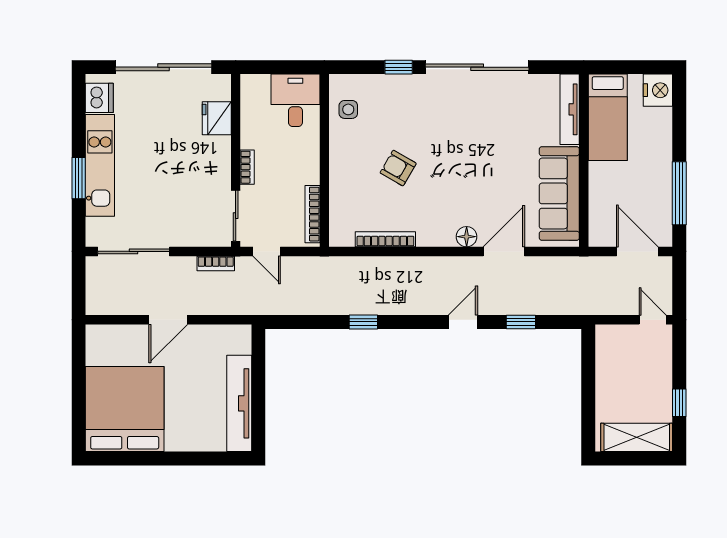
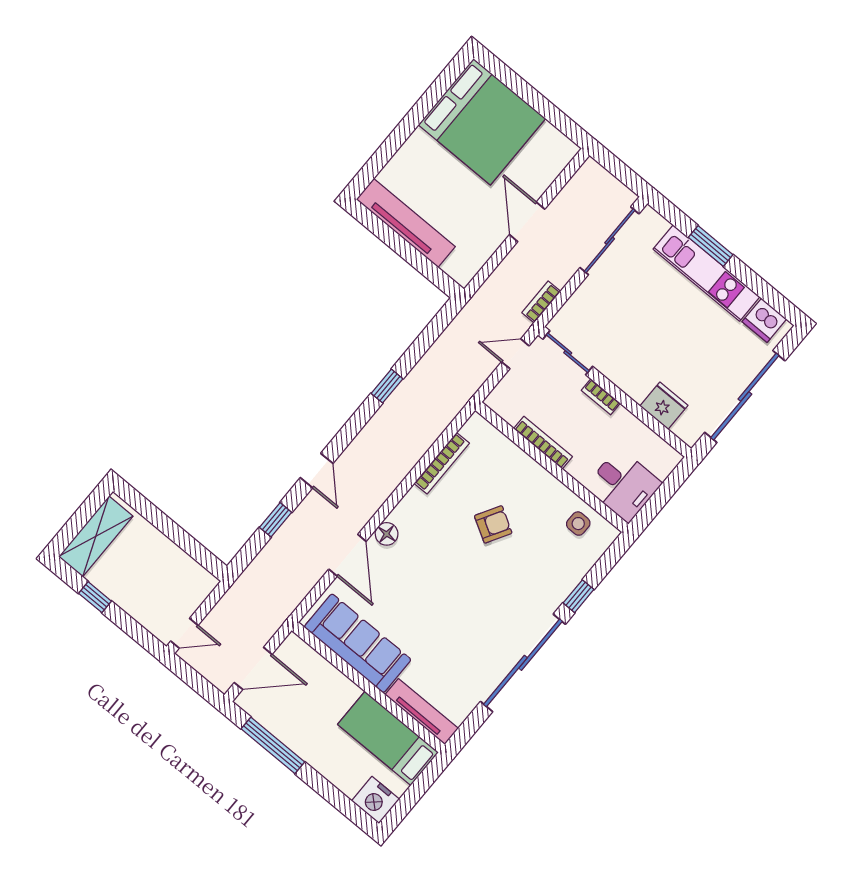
bookcase: (312, 214) -> (543, 443), moved

